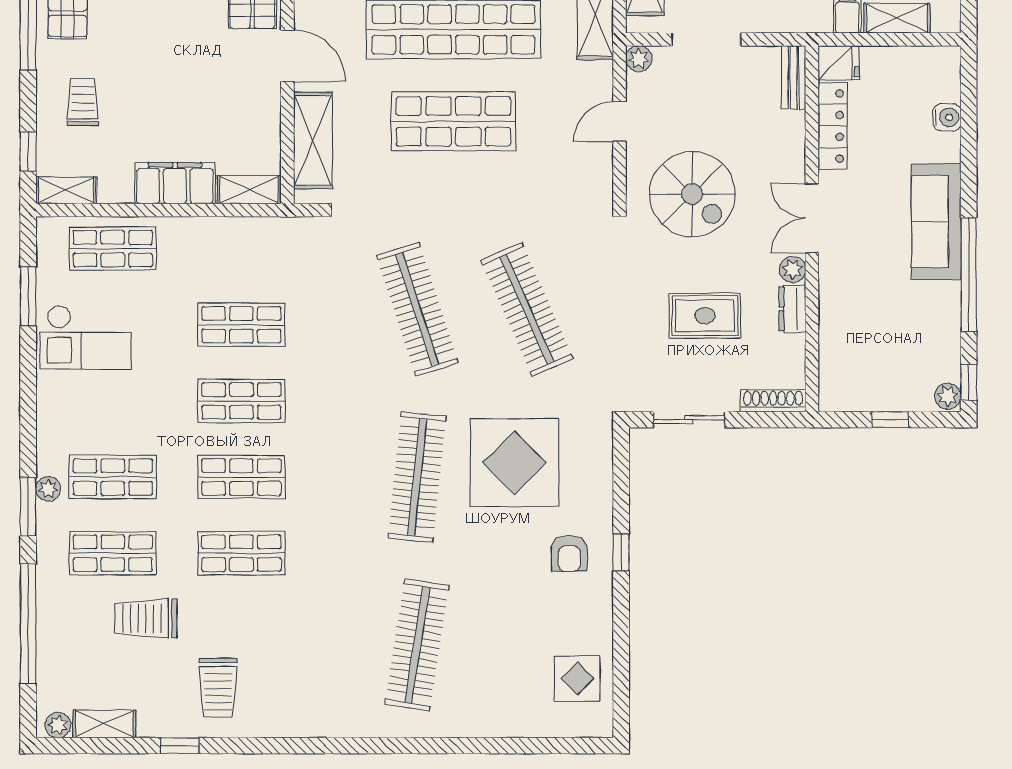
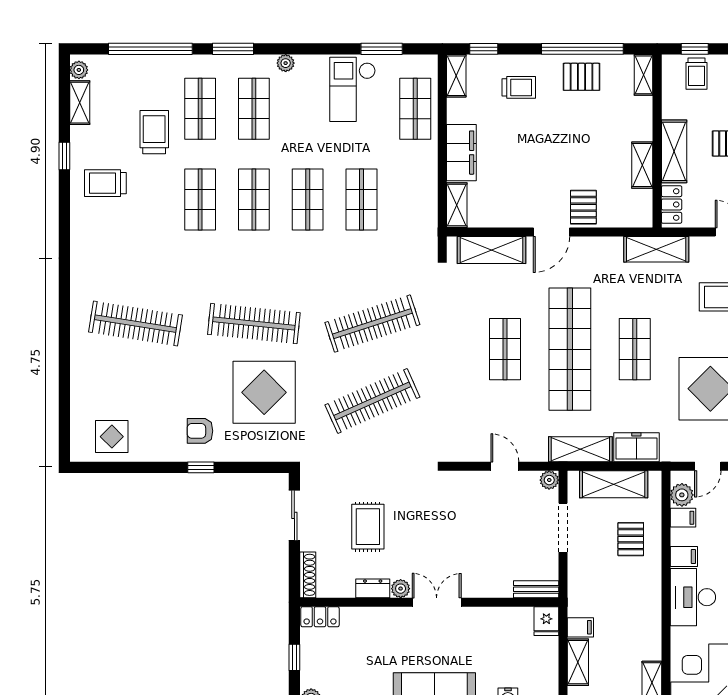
shop shelf: (453, 121) -> (505, 349), width x0.70, depth x0.74
locker: (833, 126) -> (320, 617), moved, width x0.66
spiral stairs: (692, 194) -> (454, 518), removed
plant: (48, 489) -> (286, 63), moved

